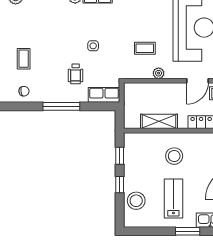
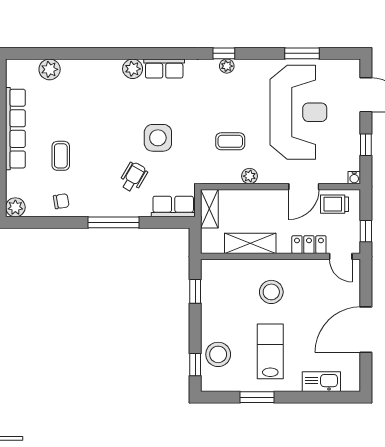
side table: (93, 46) -> (158, 138), width x1.87, depth x1.87
wheelchair: (76, 74) -> (133, 177), turned -150
shelving: (130, 97) -> (209, 209), added
window: (120, 185) -> (195, 365), moved
window: (188, 231) -> (257, 397), moved

